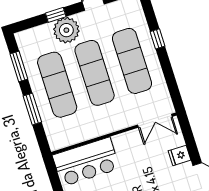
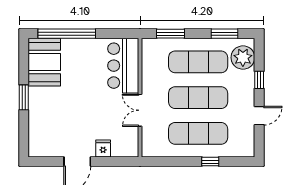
plant: (66, 30) -> (243, 58), moved
window: (32, 109) -> (170, 34), moved
double door: (155, 121) -> (140, 110), moved

